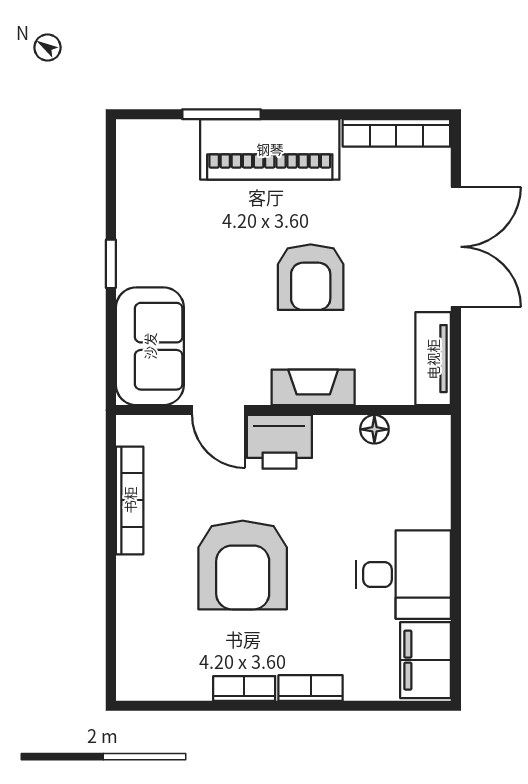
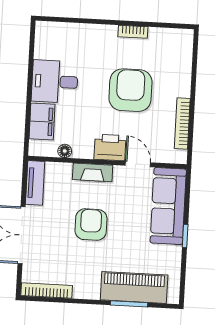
piano: (270, 149) -> (134, 287), moved
sofa: (150, 346) -> (168, 206), width x1.36
filing cabinet: (426, 660) -> (42, 121), moved
bookcase: (311, 688) -> (102, 30), removed

